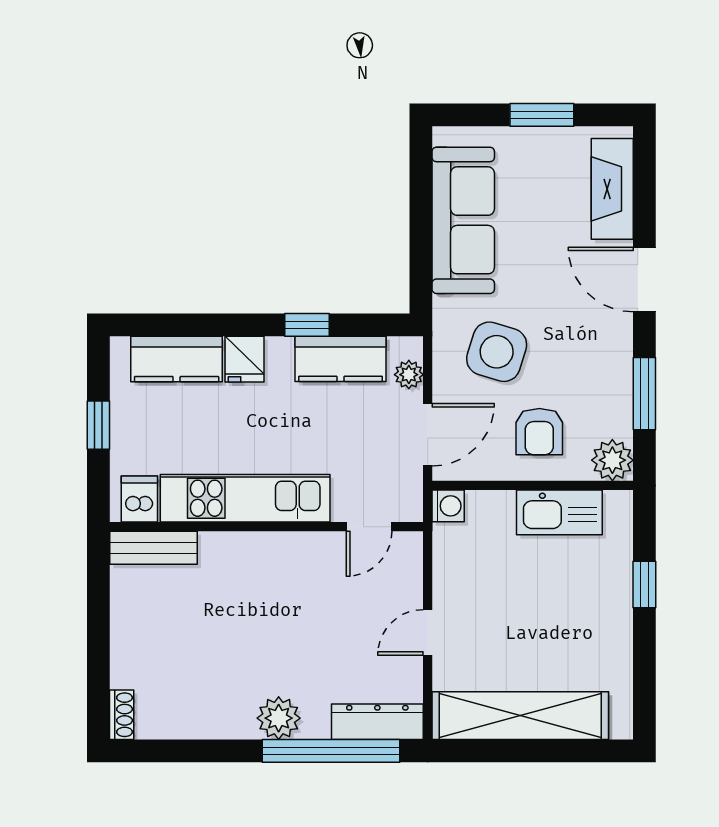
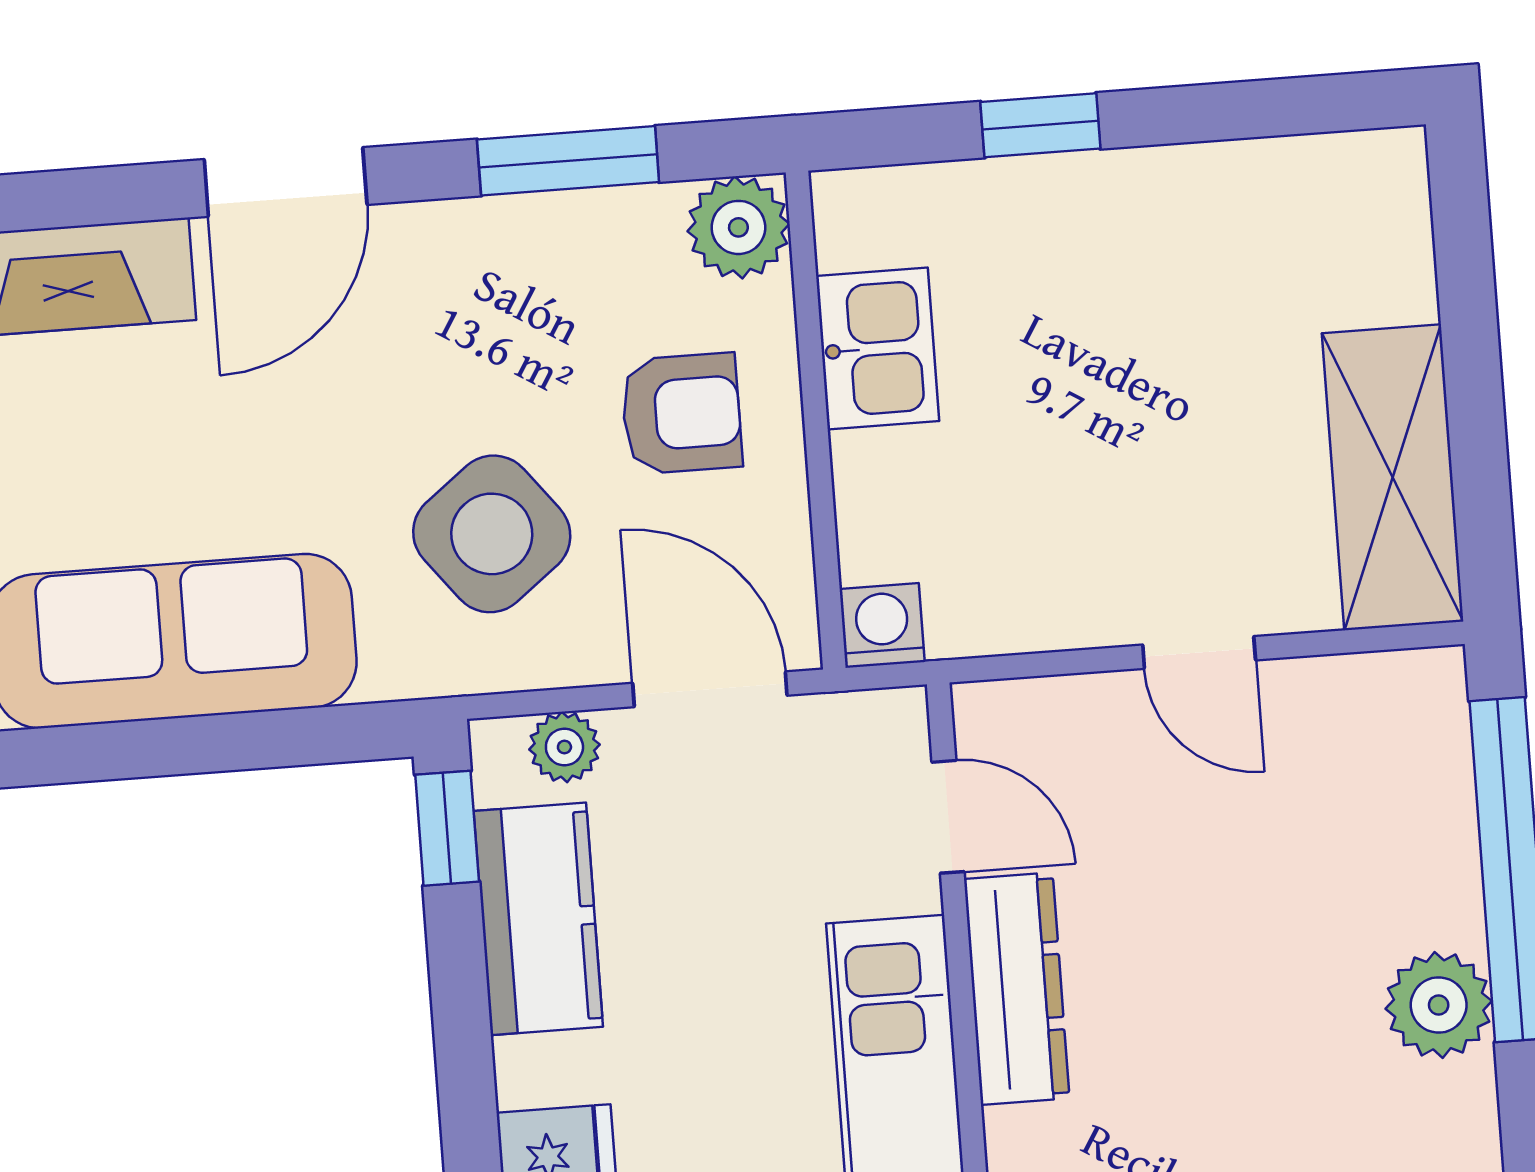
window: (307, 325) -> (447, 828), moved
side table: (497, 352) -> (492, 534), turned 35
kitchen sink: (559, 512) -> (878, 348), width x0.73
shelving: (520, 716) -> (1393, 477), width x0.68
dresser: (377, 722) -> (1017, 989), moved, turned 180

